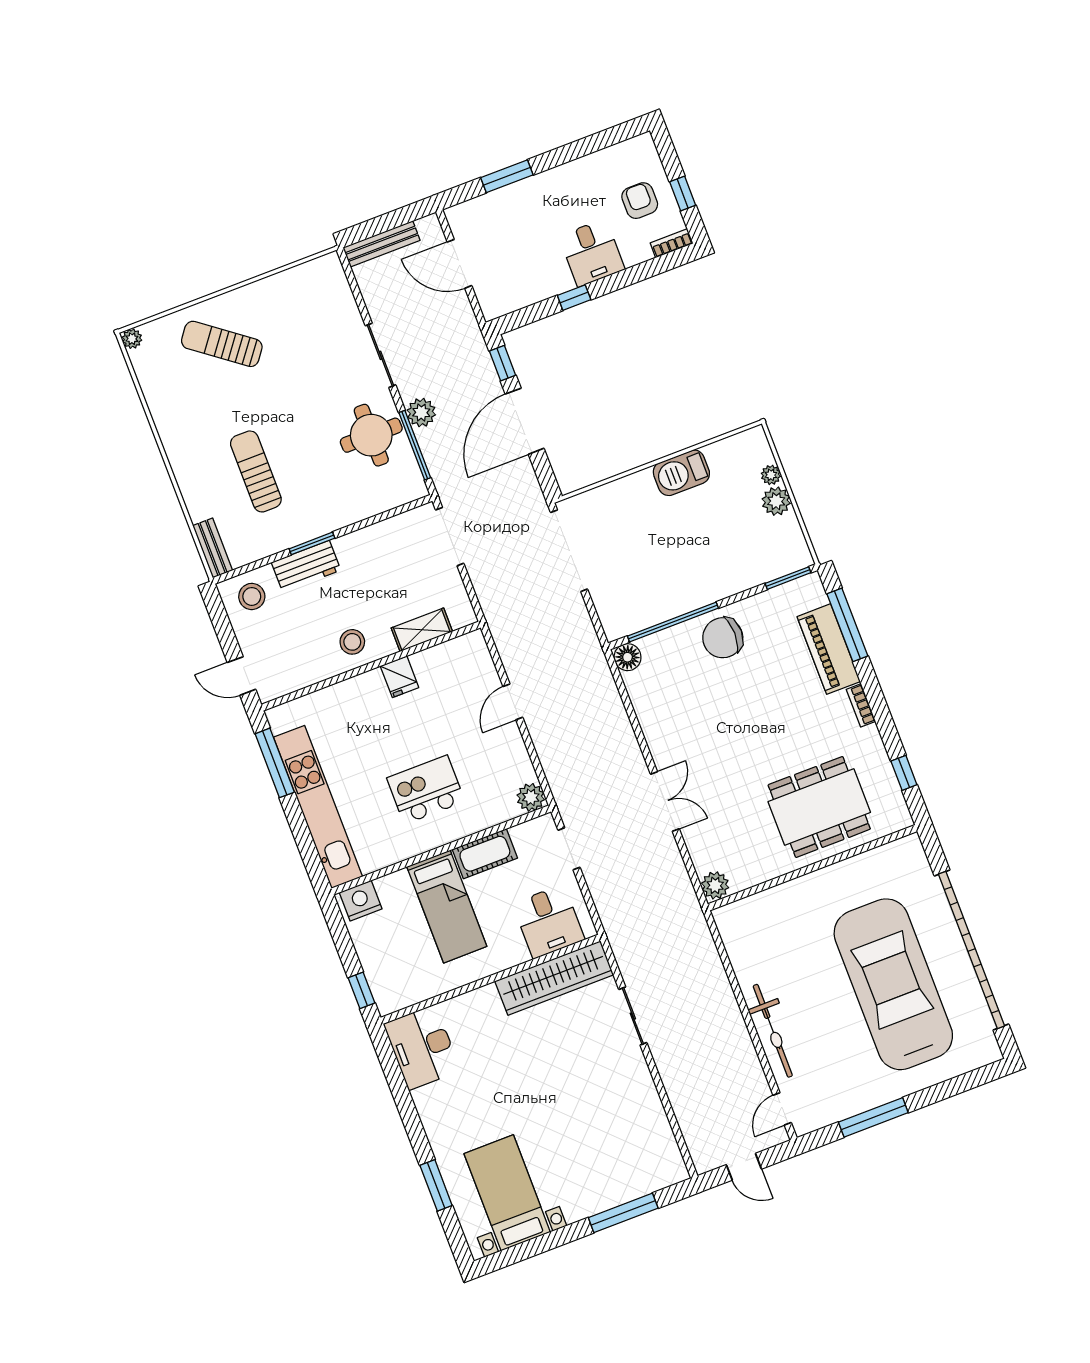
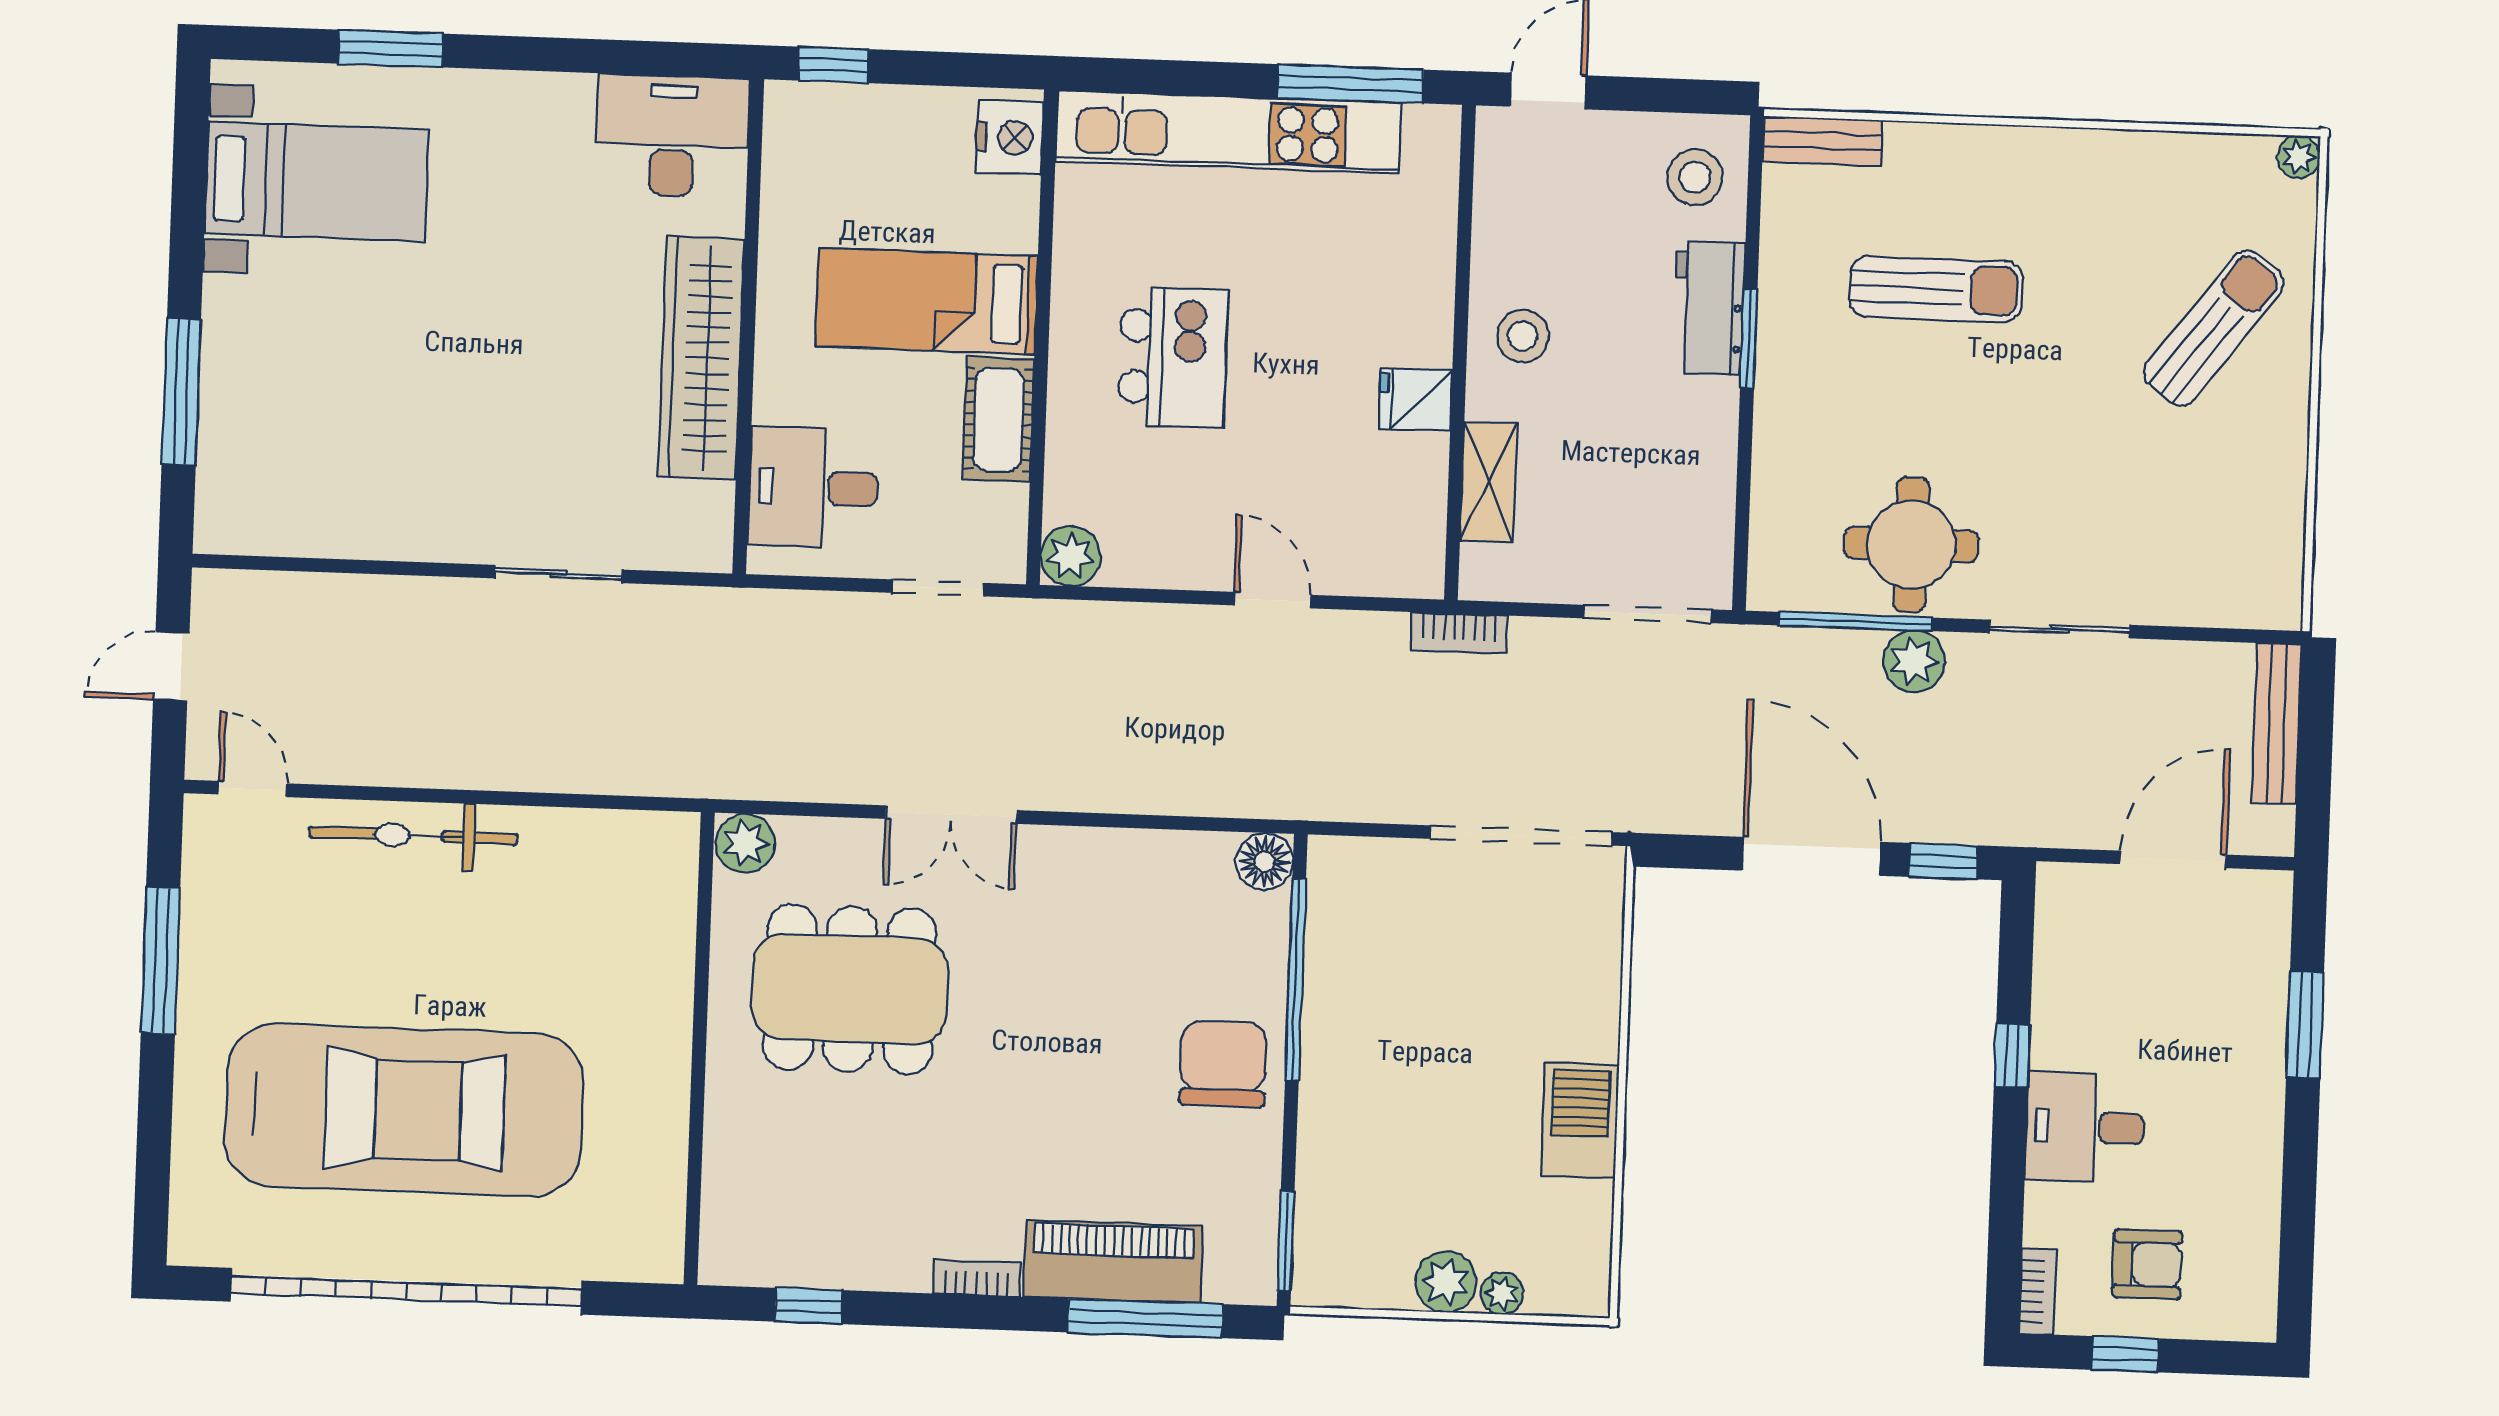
bookcase: (493, 615) -> (1459, 633), added
dining table: (819, 807) -> (850, 989), moved, turned 90
wardrobe: (554, 978) -> (701, 358), moved

